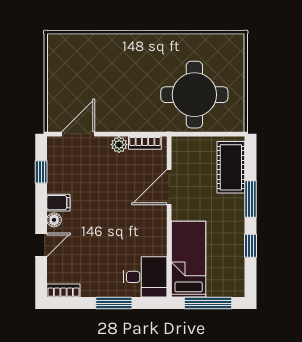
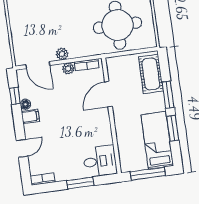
plant: (113, 124) -> (62, 54), added
door: (78, 134) -> (38, 65), swing flipped
floor lamp: (54, 220) -> (25, 104), moved
window: (250, 246) -> (173, 128), width x1.50
bed: (189, 259) -> (157, 140), moved

